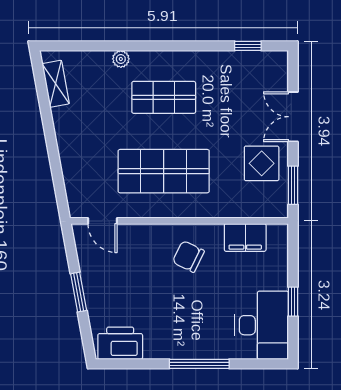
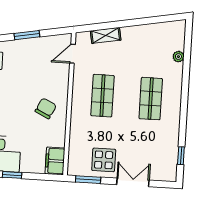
plant: (121, 59) -> (178, 57), moved
shelving: (56, 84) -> (106, 35), moved
shop shelf: (164, 171) -> (102, 96), width x0.70, depth x0.74
filing cabinet: (245, 237) -> (55, 161), moved

